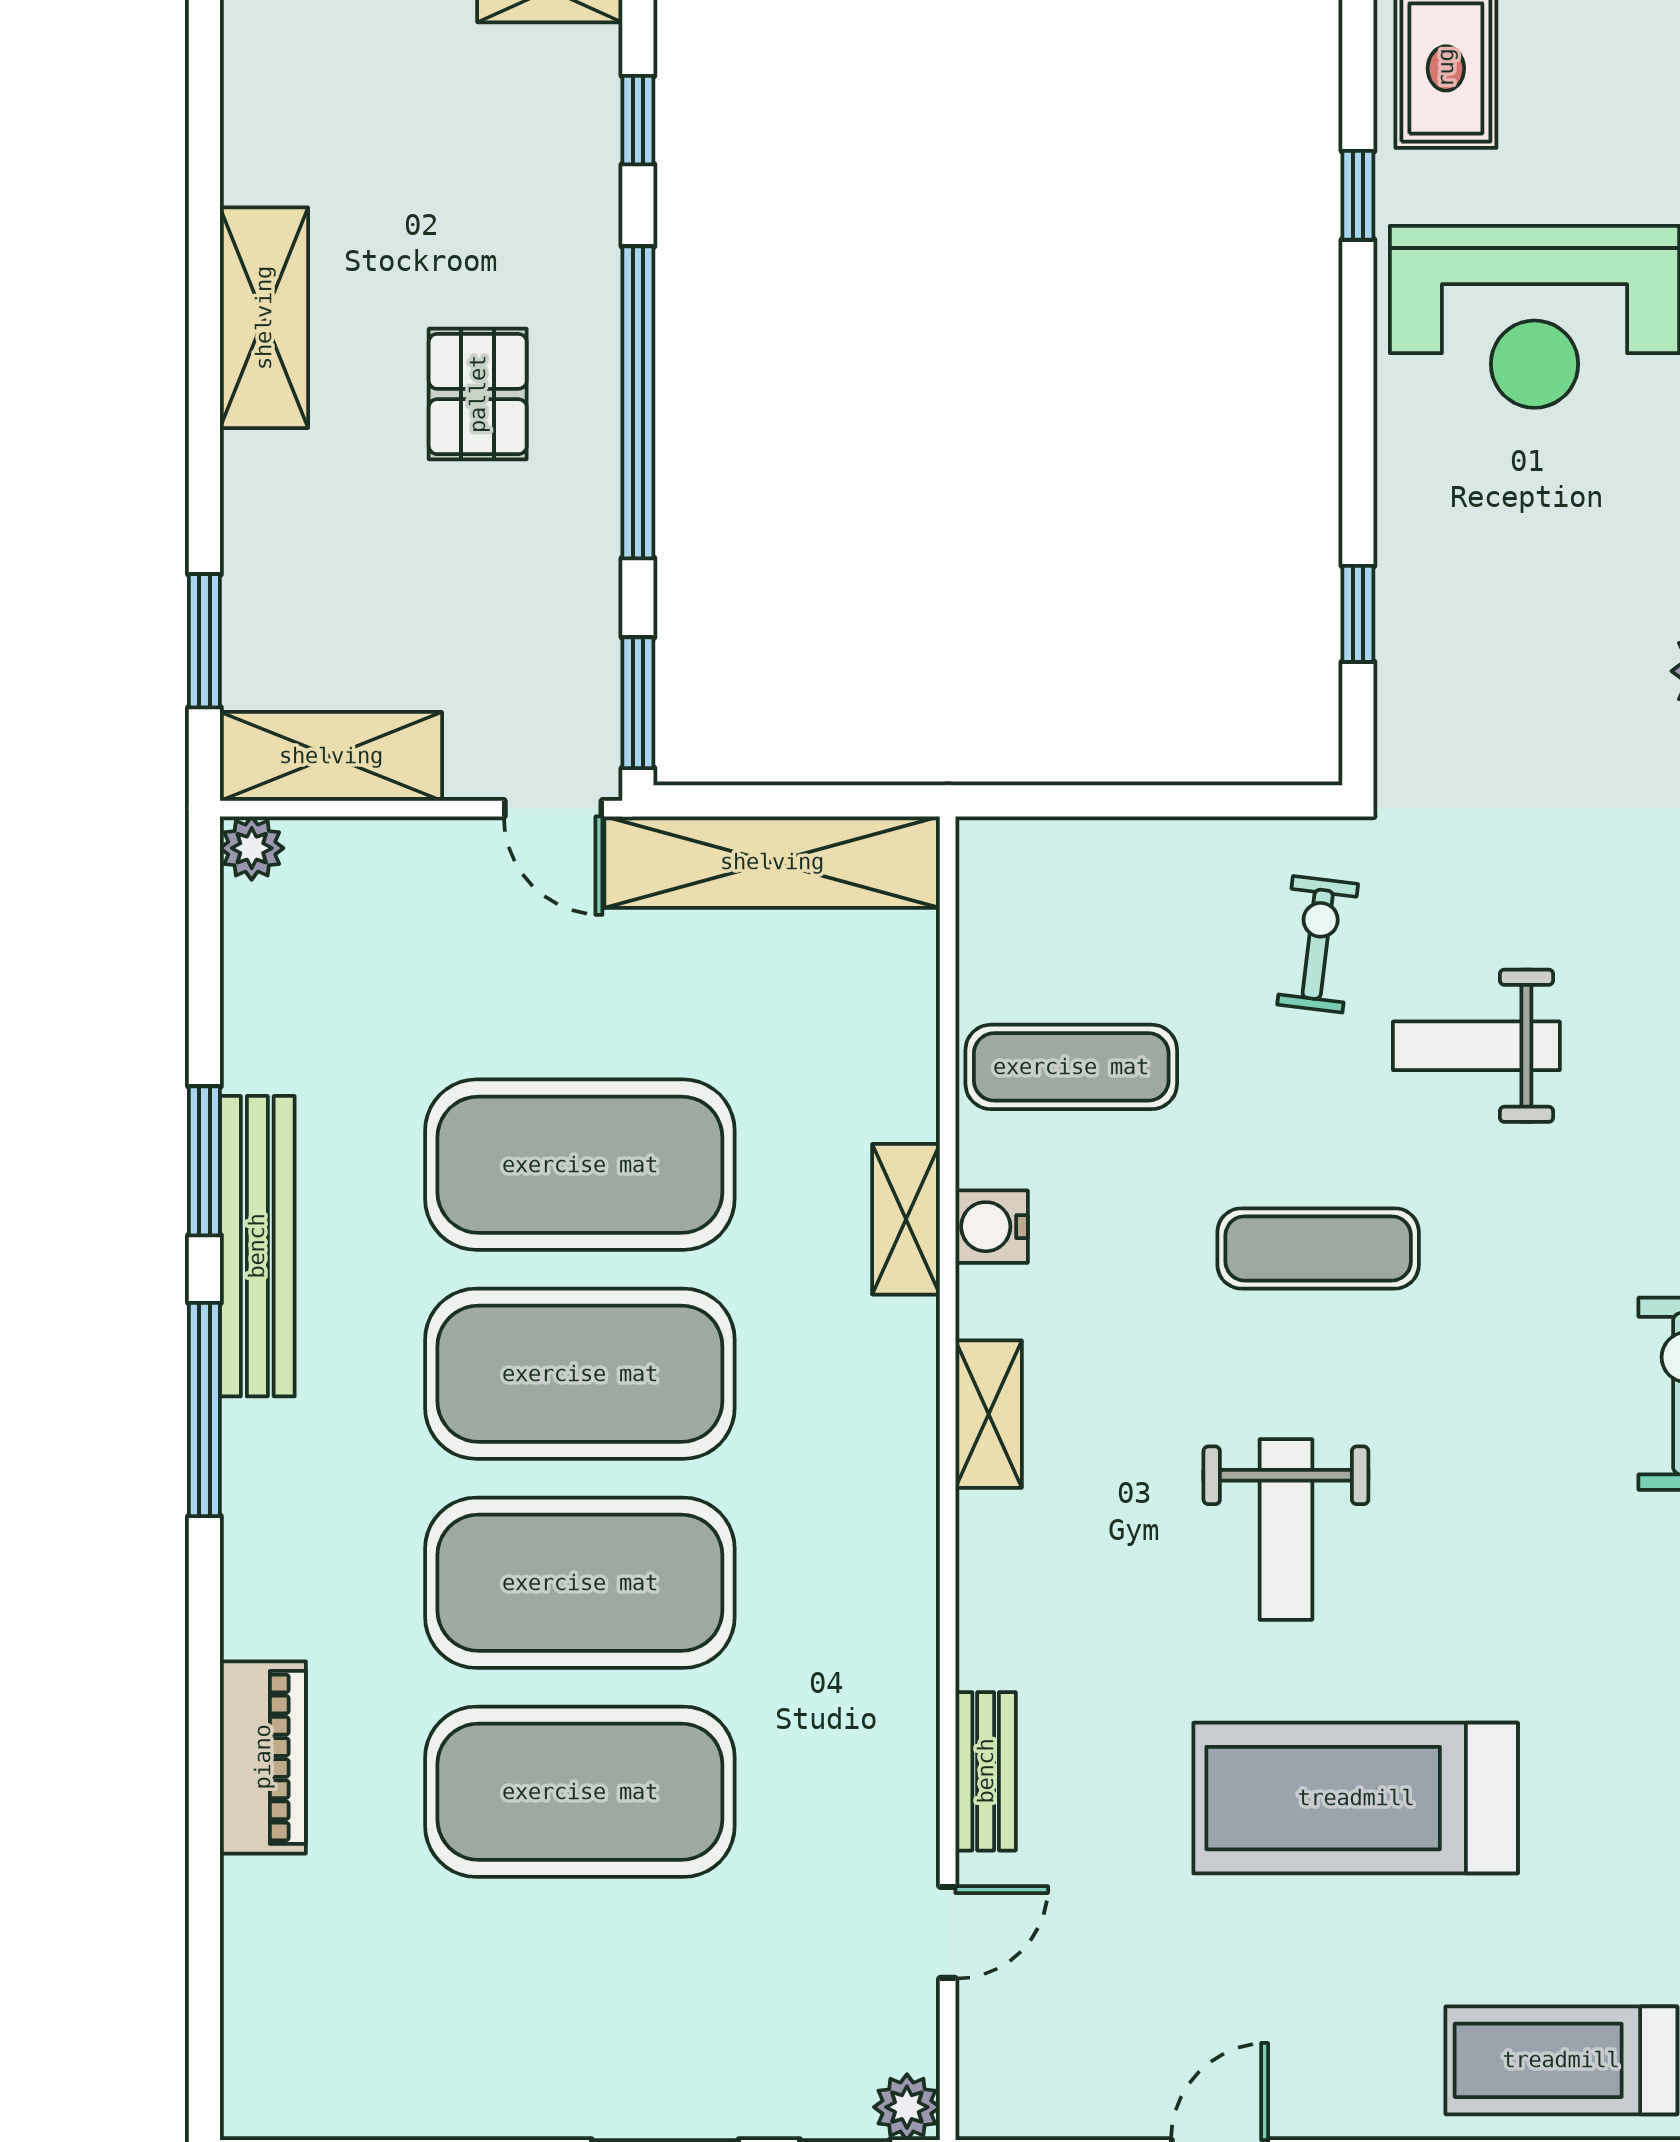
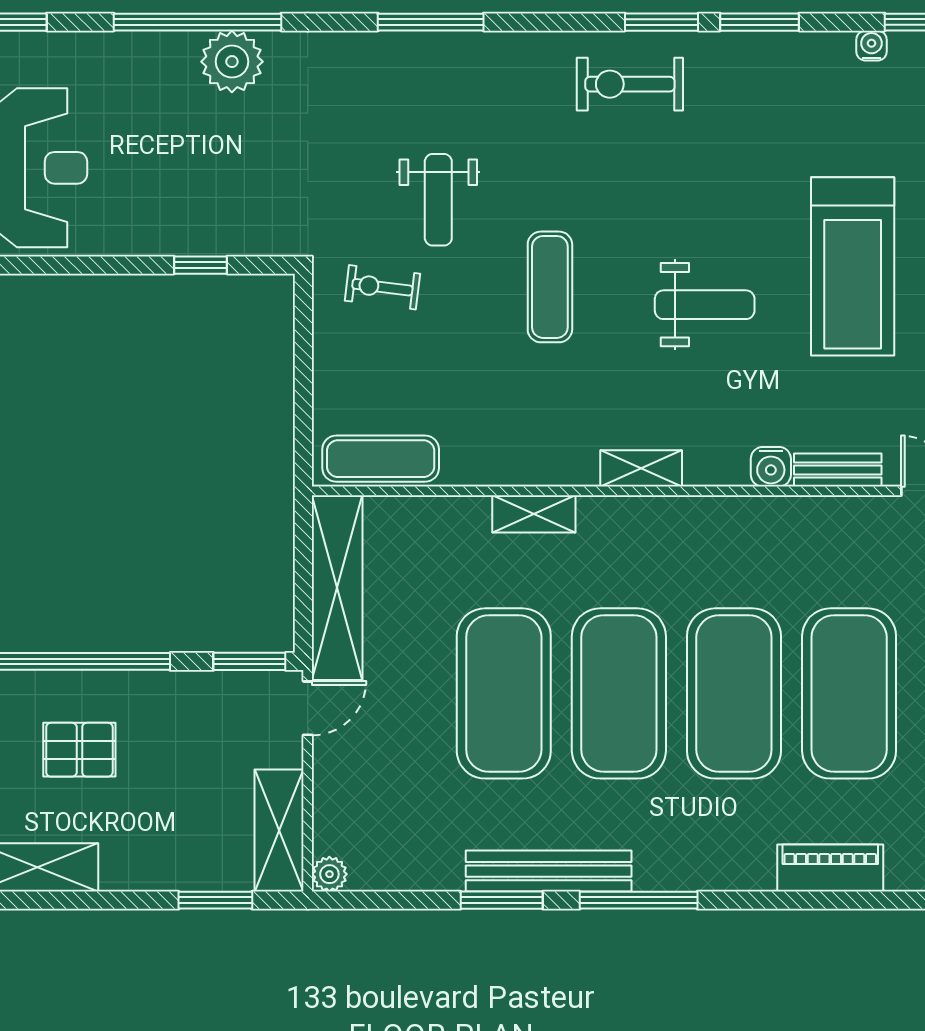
exercise mat: (1071, 1067) -> (381, 459), moved, turned 90
water cooler: (992, 1227) -> (771, 467), moved

